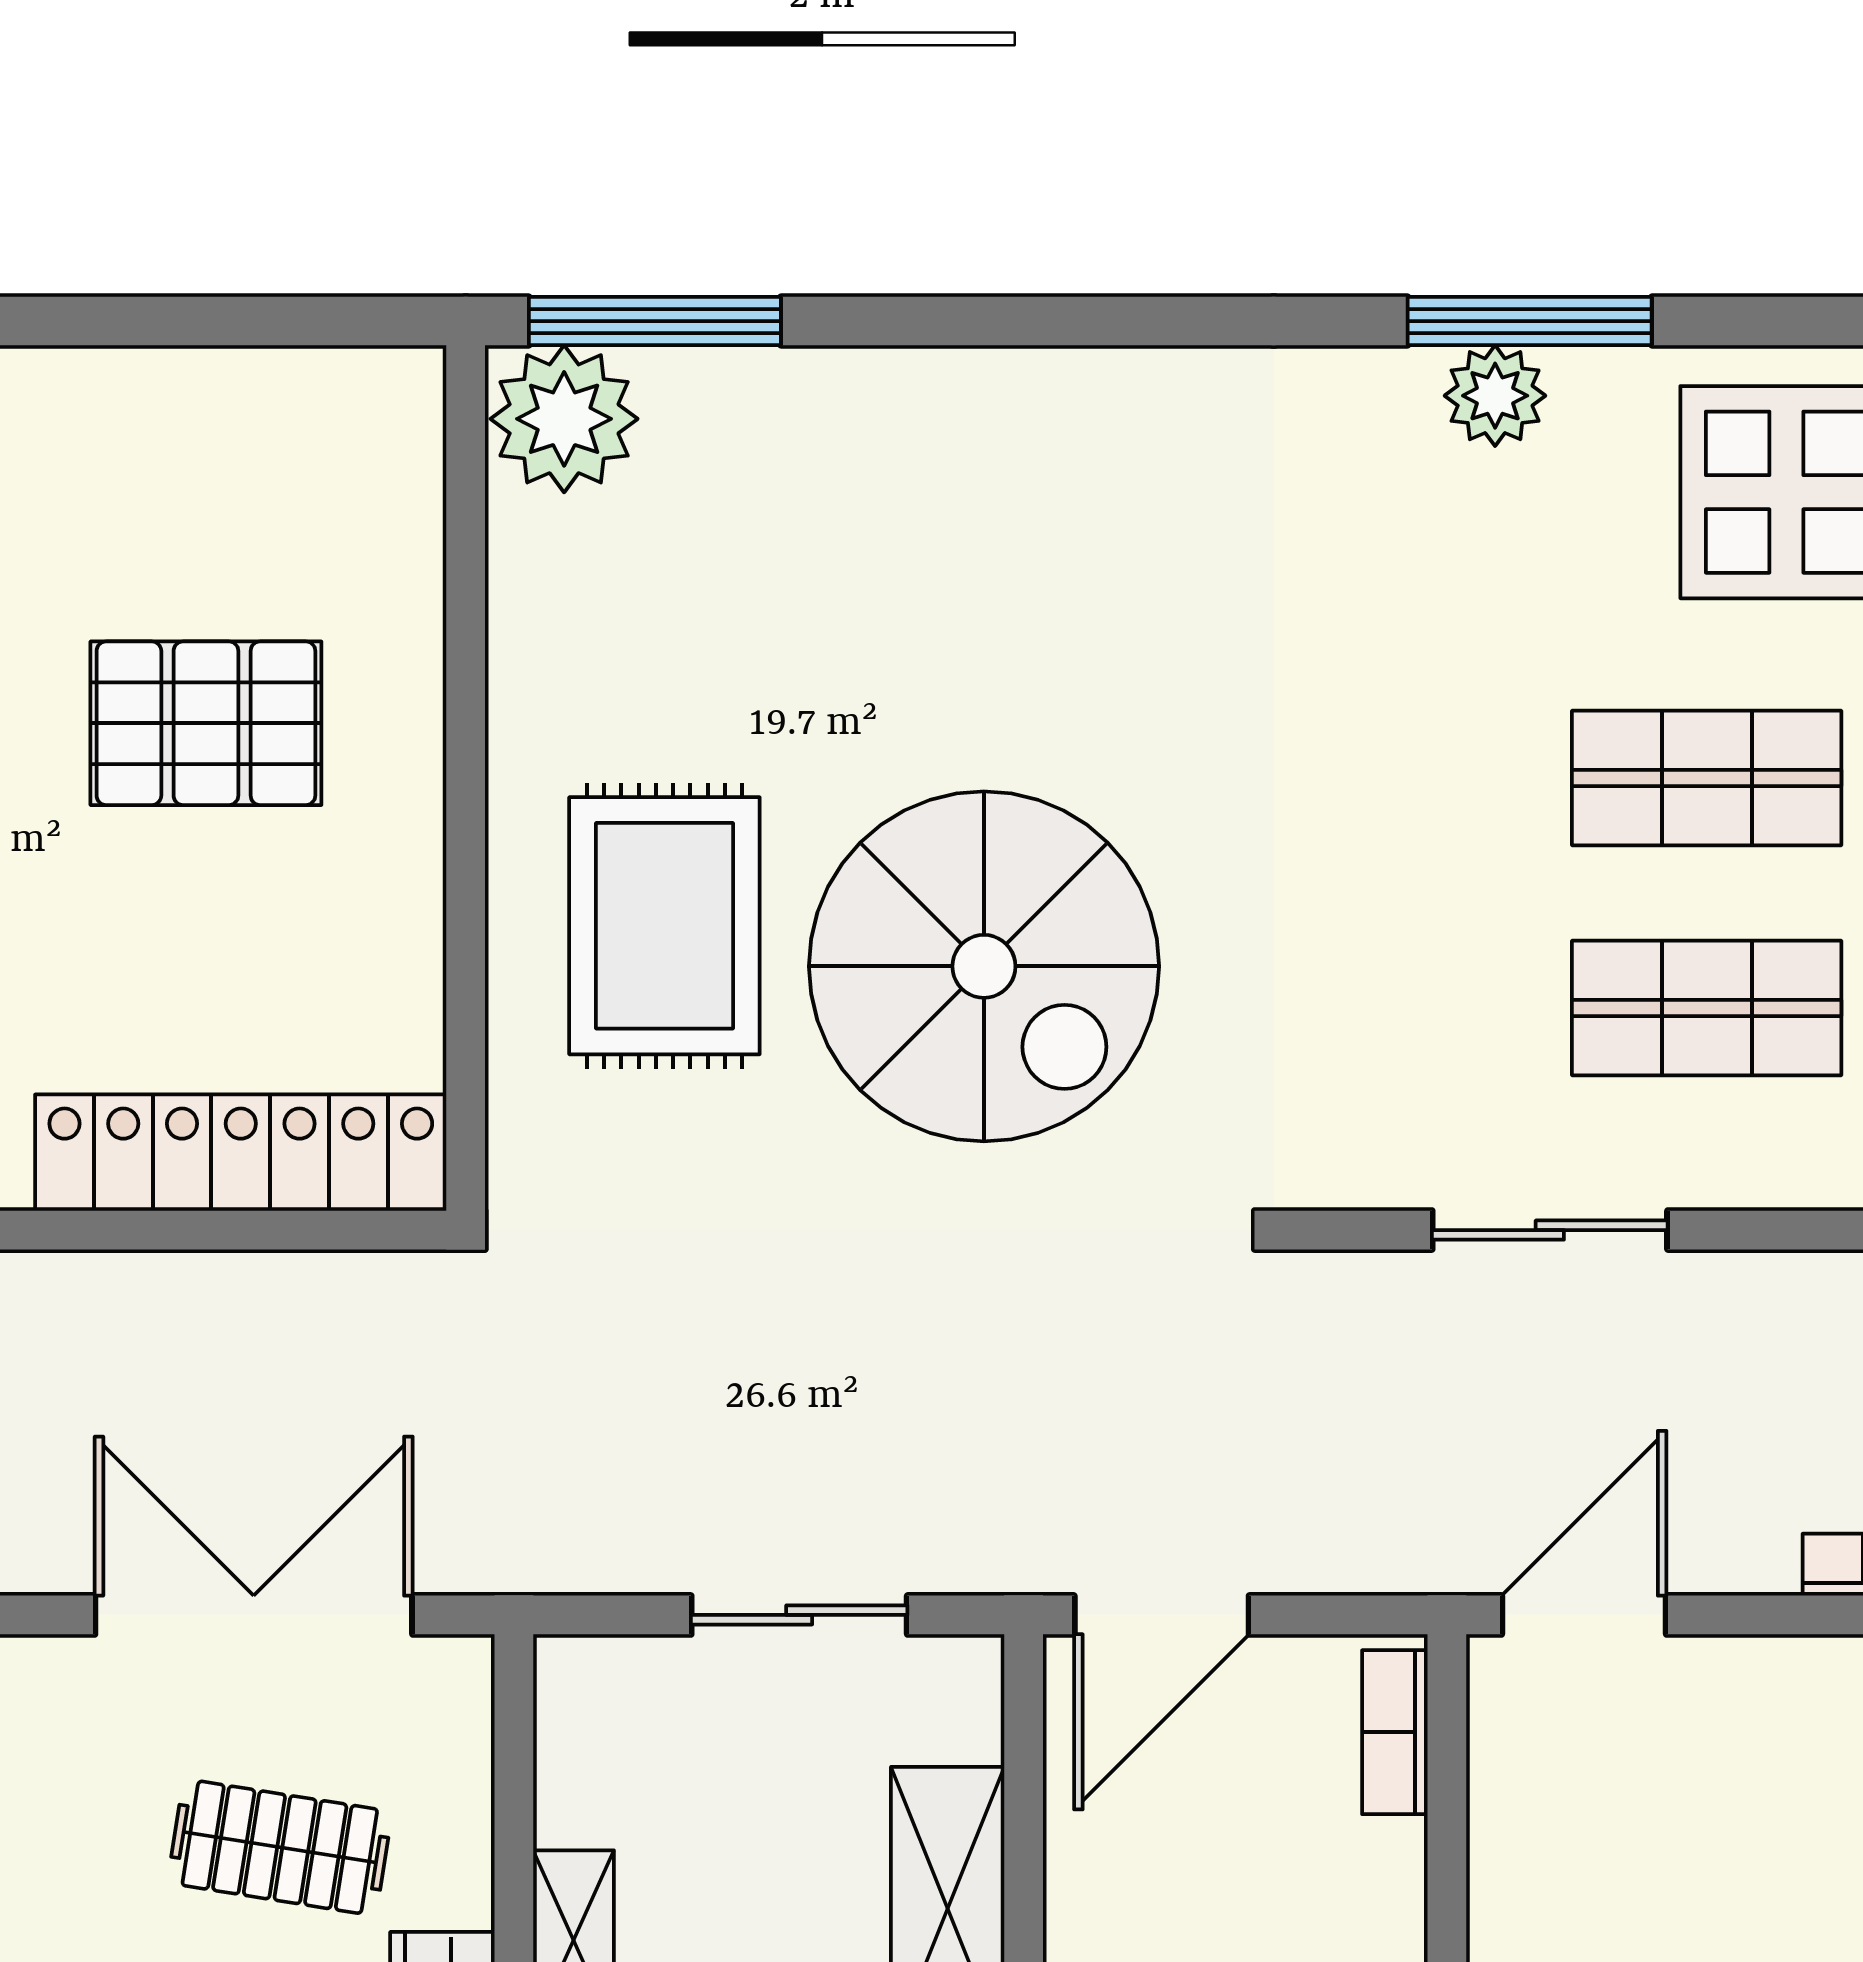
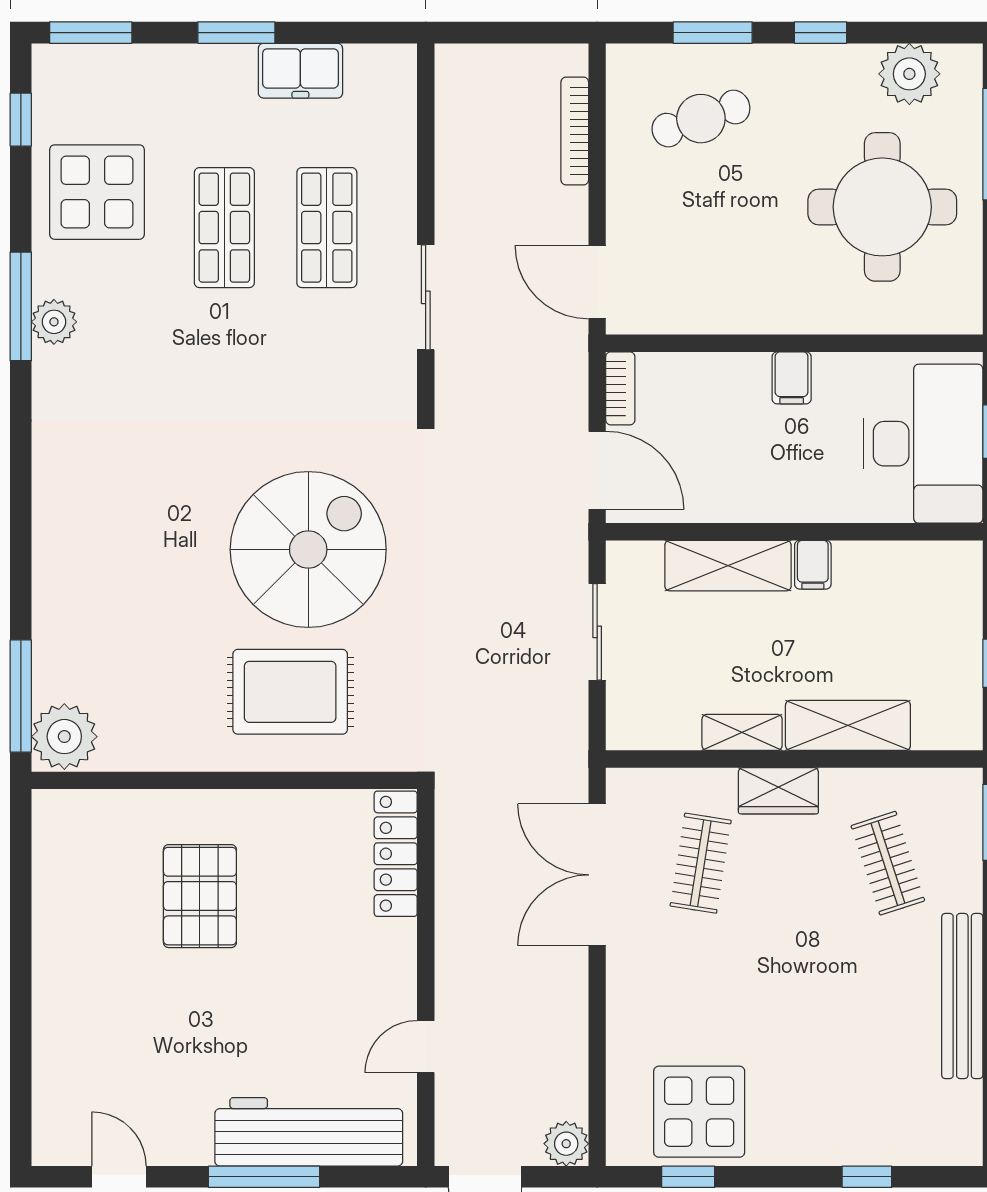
locker: (241, 1153) -> (396, 854), width x0.71, depth x0.83
bookcase: (1395, 1732) -> (620, 388), moved, turned -90

